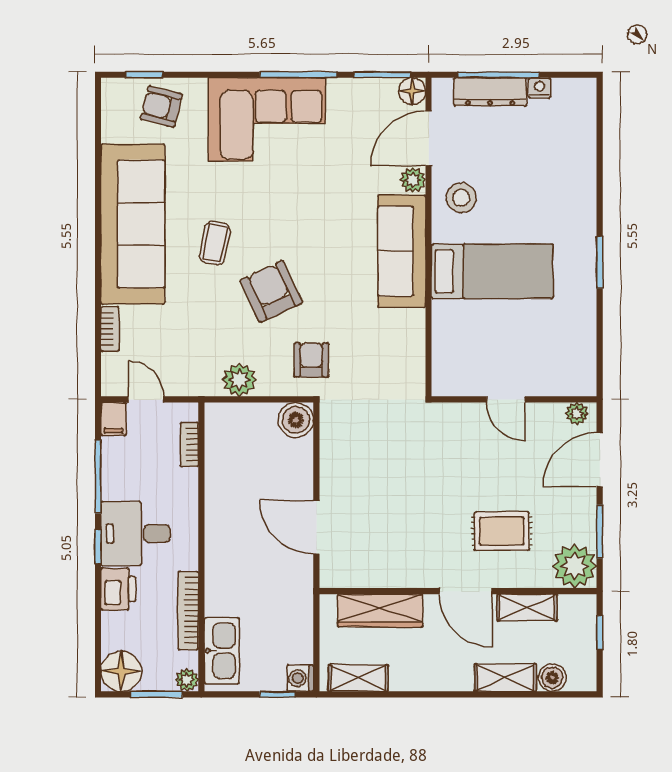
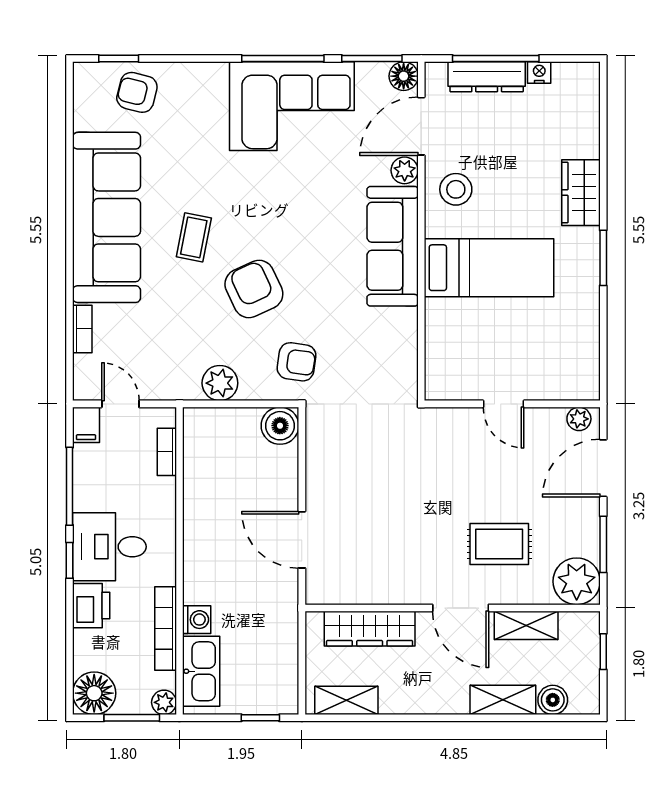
corner sofa: (267, 119) -> (292, 106), moved
wardrobe: (579, 201) -> (581, 193), added
armchair: (311, 360) -> (297, 362), turned 98
washing machine: (300, 678) -> (197, 620), moved, turned 180

